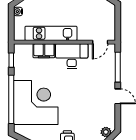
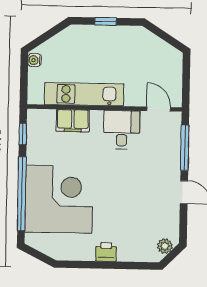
door: (100, 42) -> (159, 109), swing flipped
desk: (72, 56) -> (122, 130), width x0.73

